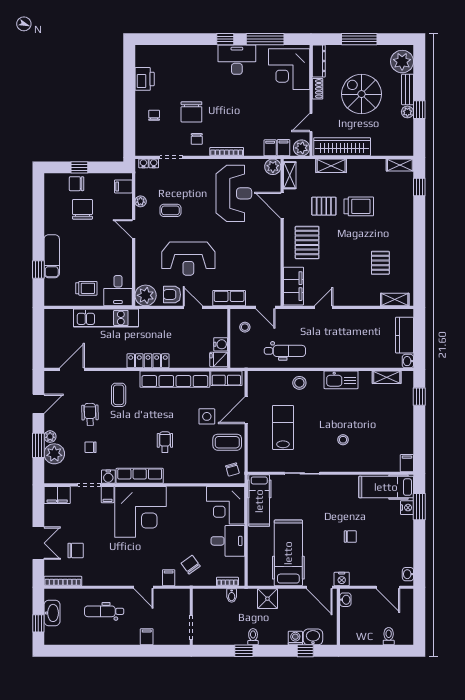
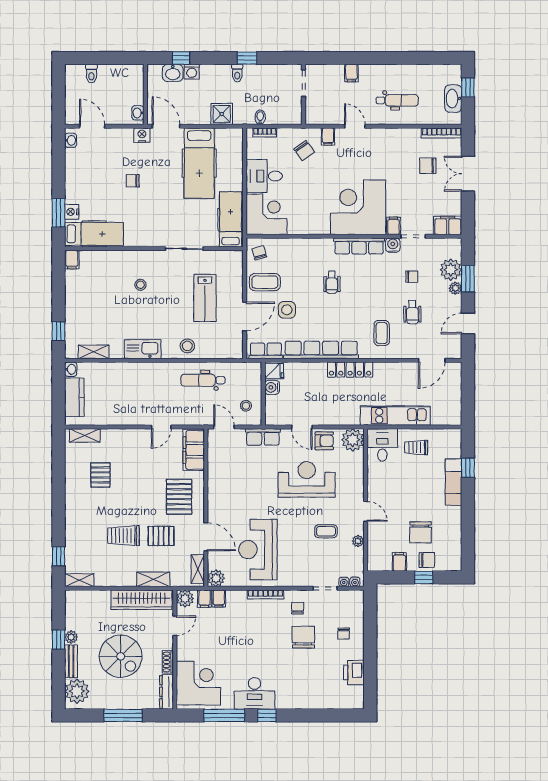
filing cabinet: (123, 186) -> (399, 562), moved, turned -90

